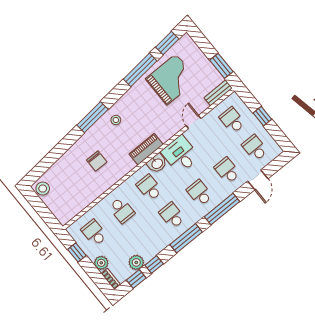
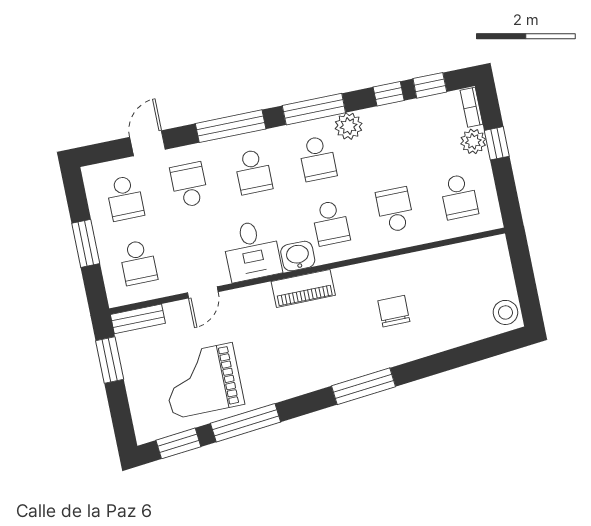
window: (262, 116) -> (86, 243), width x1.50
stool: (116, 120) -> (328, 362), removed
school desk: (227, 170) -> (189, 185), turned 180
window: (77, 252) -> (497, 143), moved
plant: (136, 262) -> (349, 126), moved

